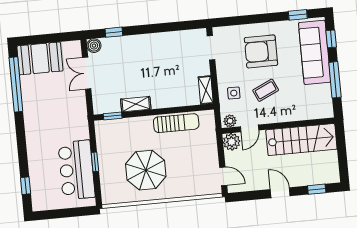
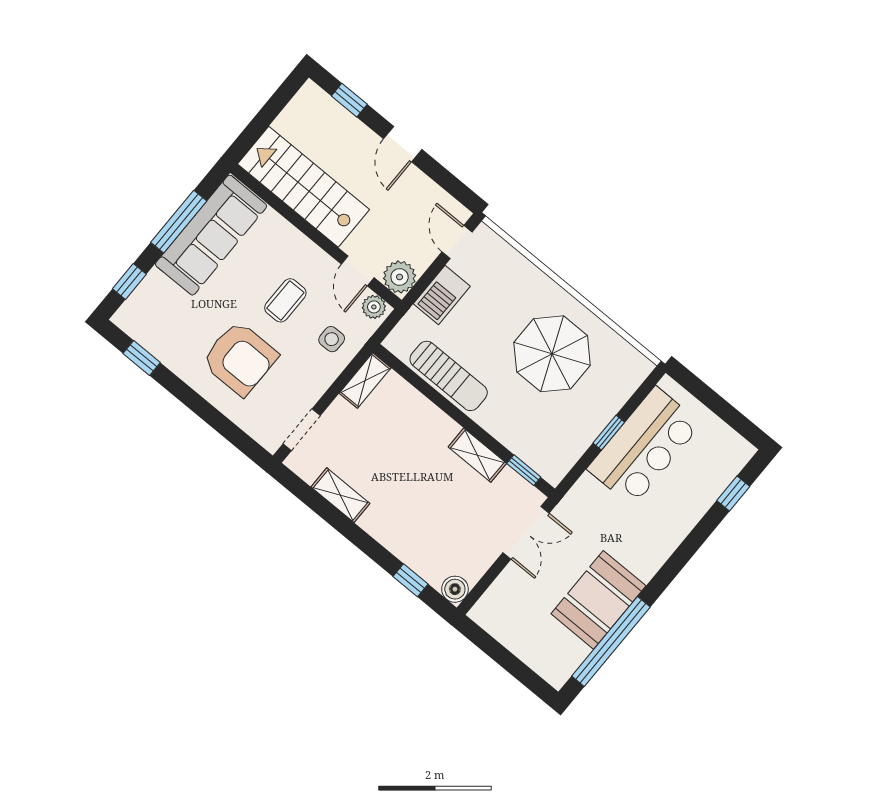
shelving: (172, 38) -> (340, 495), added
sofa: (315, 52) -> (211, 235), moved
booth: (40, 58) -> (598, 600), moved, turned 90
double door: (87, 73) -> (526, 533), moved
coffee table: (266, 90) -> (285, 300), turned -65
sun lounger: (176, 123) -> (449, 376), turned 180
door: (250, 128) -> (358, 271), swing flipped
barbecue: (209, 151) -> (442, 295), added

